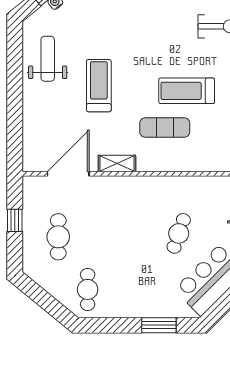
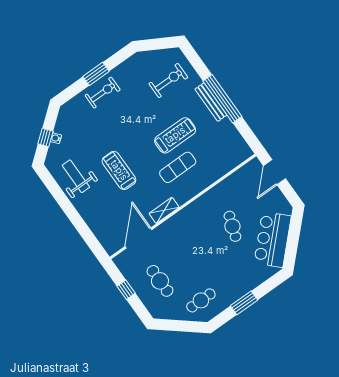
treadmill: (187, 91) -> (175, 135), turned 180
cafe table: (88, 289) -> (201, 300), turned 90
window: (159, 325) -> (244, 303), moved

